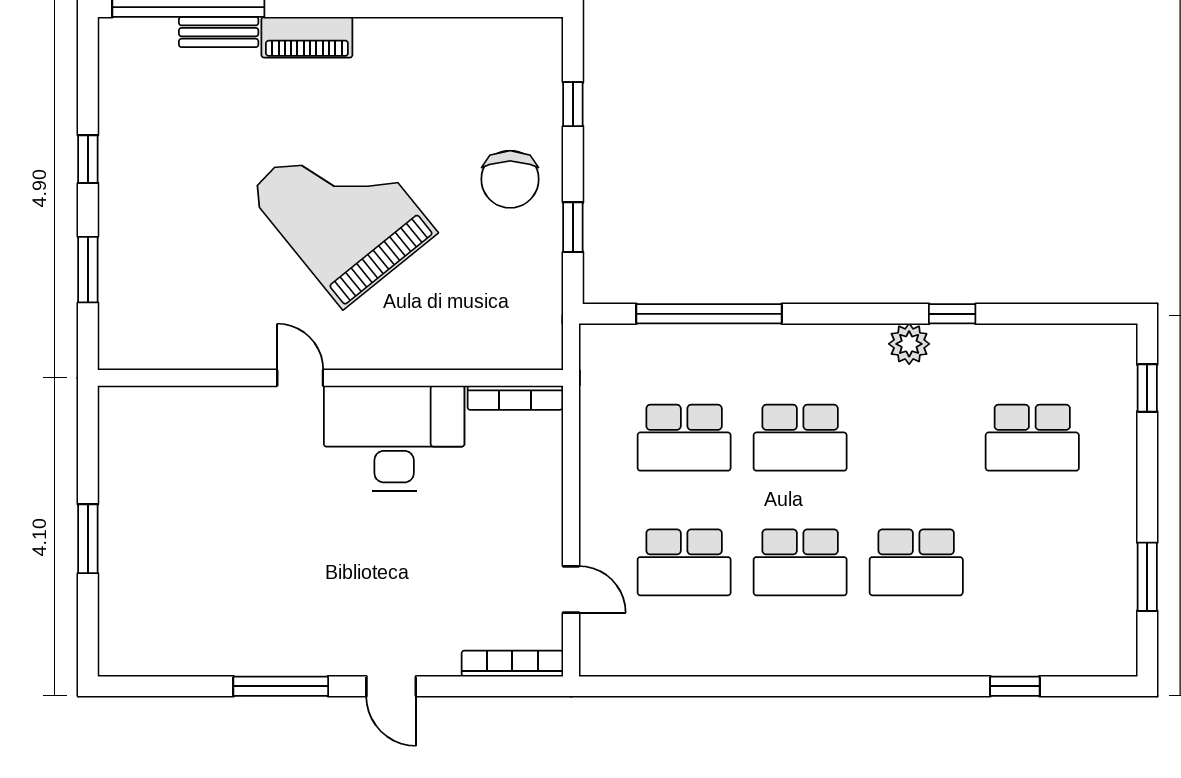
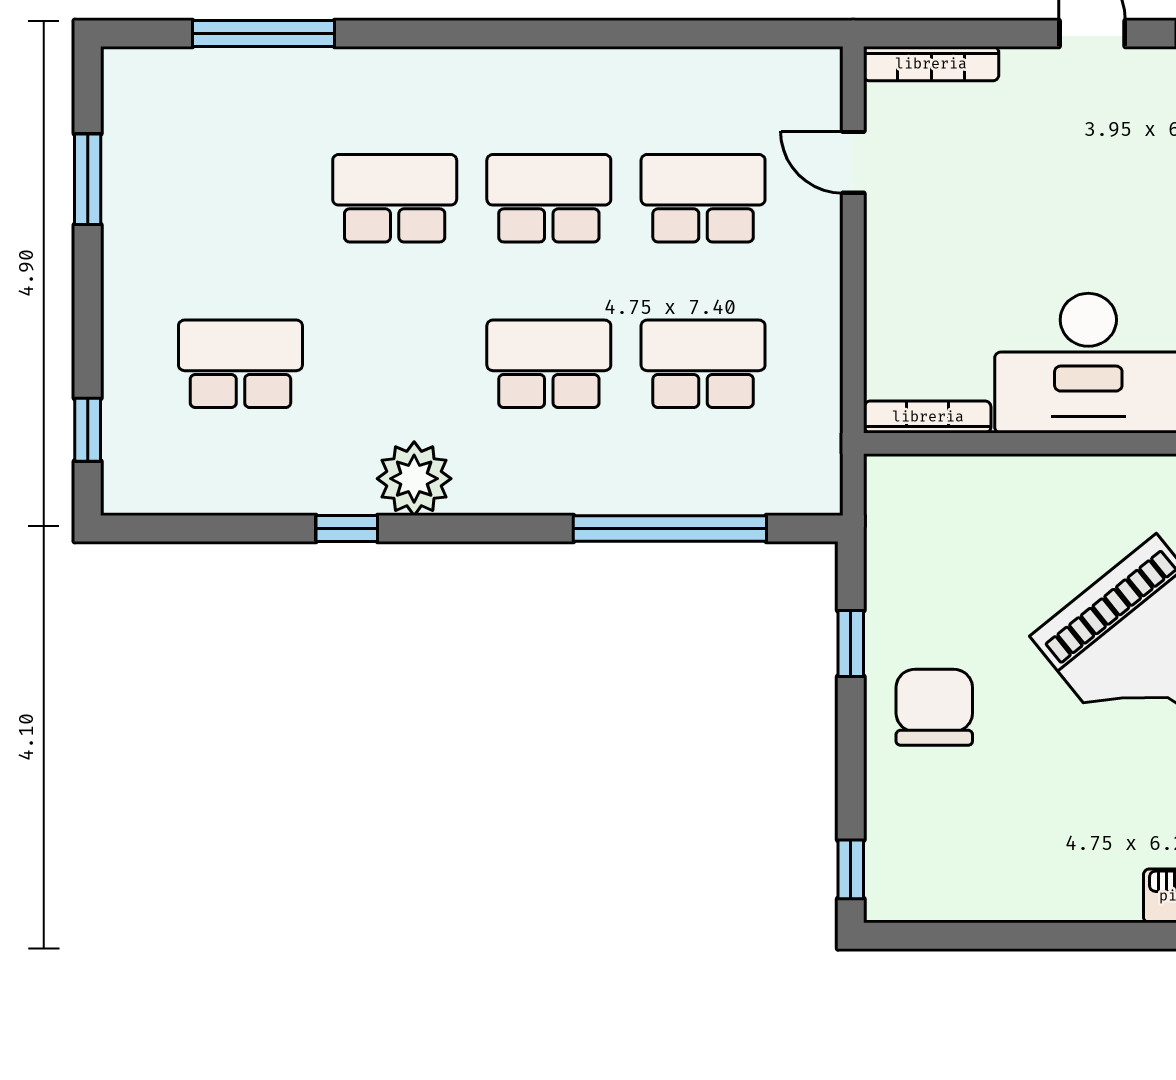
window: (573, 104) -> (851, 869), moved
plant: (909, 344) -> (414, 479), width x1.36, depth x1.36
window: (1015, 686) -> (264, 34), width x2.17

